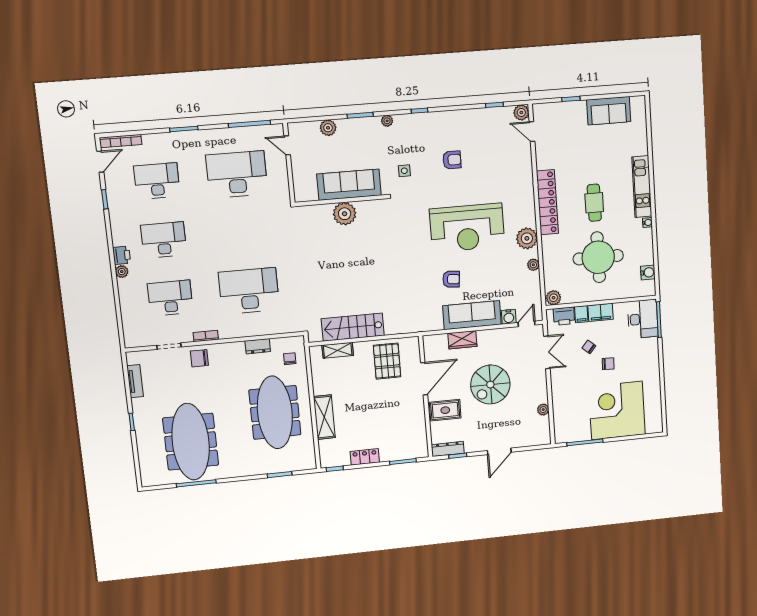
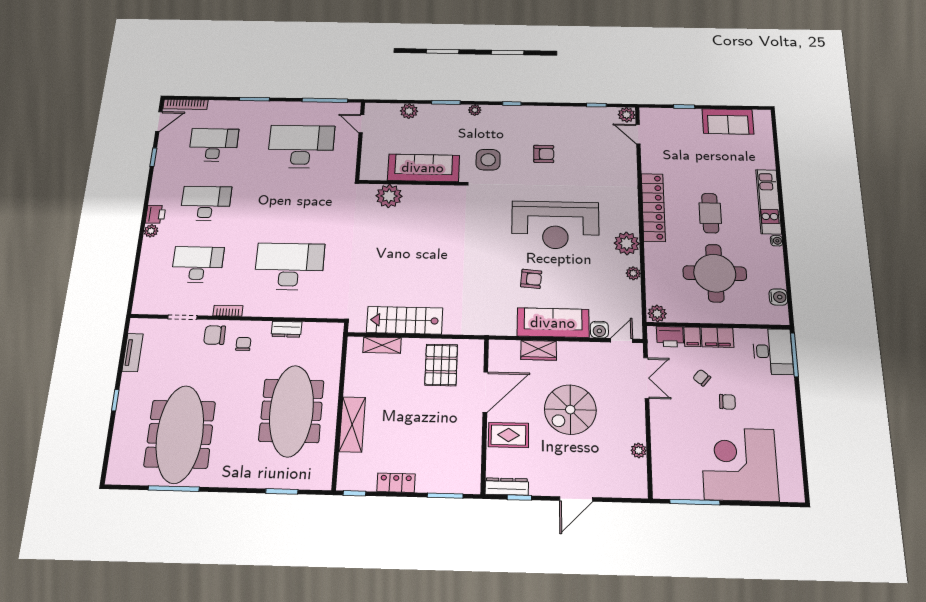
side table: (404, 171) -> (488, 160), width x1.87, depth x1.87
plant: (345, 214) -> (389, 196), moved
chair: (290, 359) -> (243, 344), moved

